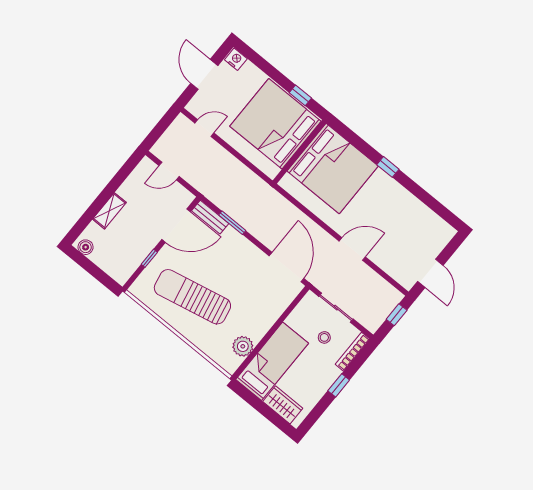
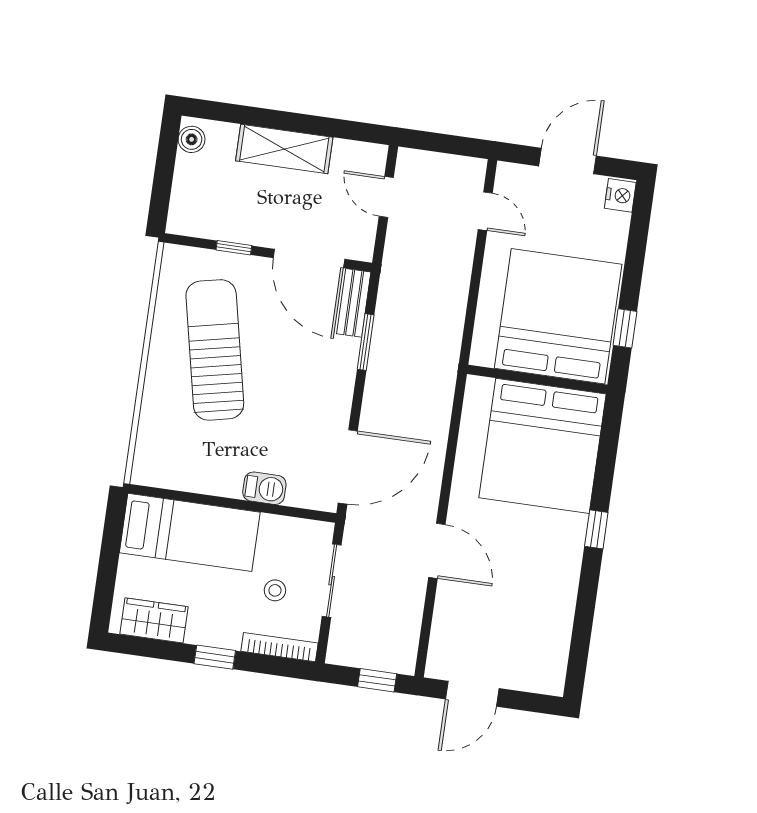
shelving: (109, 211) -> (284, 149), width x1.50, depth x1.33
barbecue: (273, 313) -> (264, 488), added
plant: (243, 346) -> (186, 473), removed
wardrobe: (283, 405) -> (154, 620), moved, turned -90

